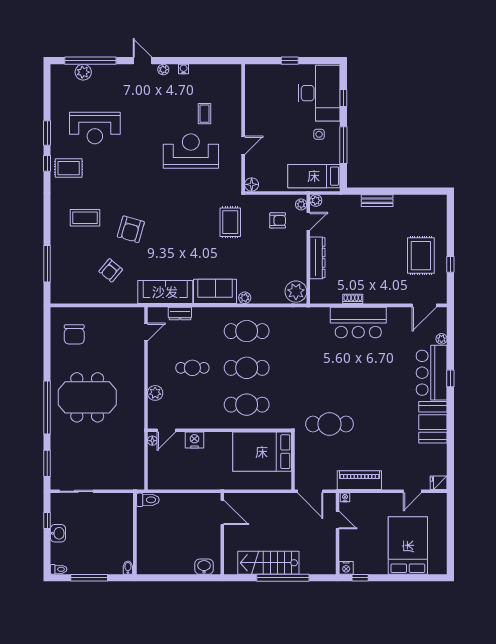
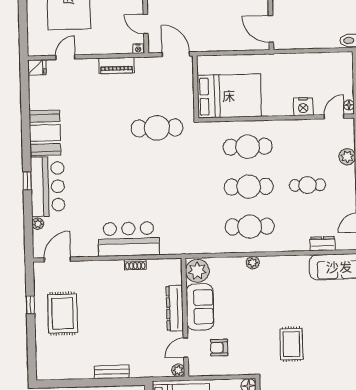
plant: (301, 204) -> (194, 366), removed
rug: (230, 222) -> (291, 344), moved
sofa: (215, 291) -> (200, 307), moved, turned -90
piano: (359, 480) -> (116, 65), width x0.73, depth x0.75

